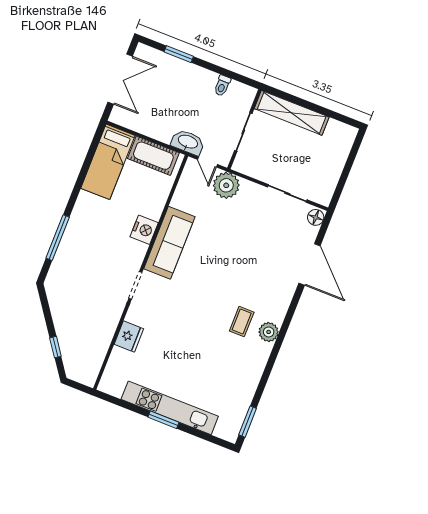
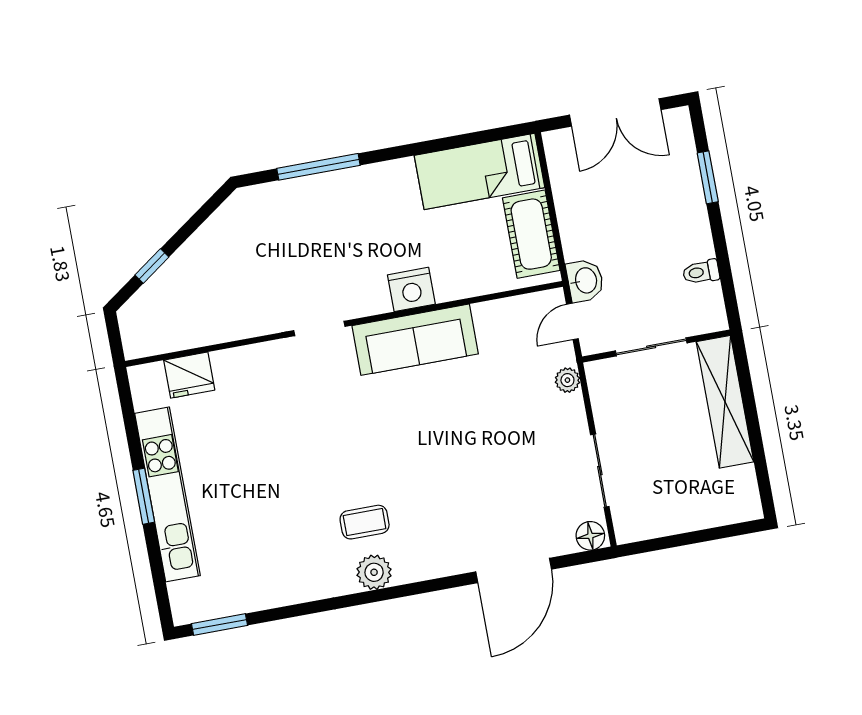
washbasin: (188, 142) -> (585, 281), width x0.72
plant: (226, 185) -> (567, 380), width x0.53, depth x0.53
fridge: (129, 336) -> (189, 375), moved

